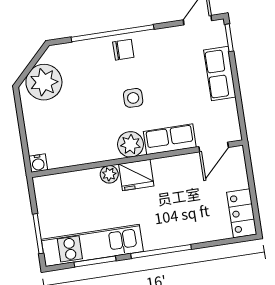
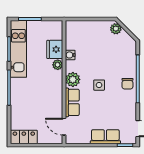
plant: (44, 82) -> (116, 29), width x0.53, depth x0.53
water cooler: (38, 163) -> (70, 55), moved
fridge: (136, 175) -> (55, 49), moved

